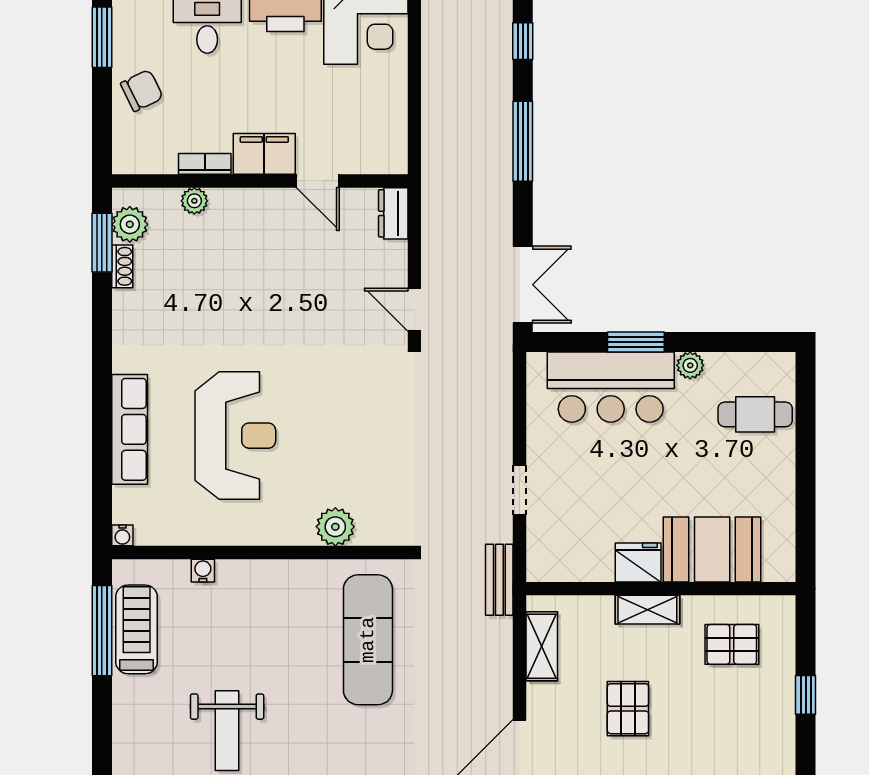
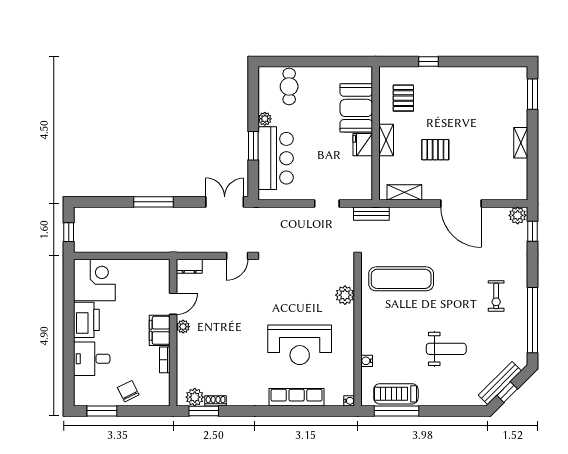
window: (523, 41) -> (104, 202), removed
plant: (194, 201) -> (183, 327), moved
reception desk: (235, 436) -> (300, 345), turned 180

